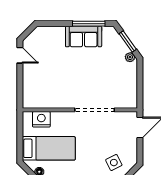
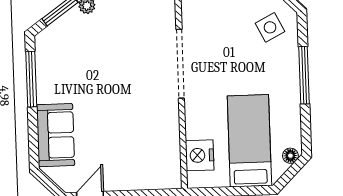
sofa: (84, 36) -> (56, 135), moved

